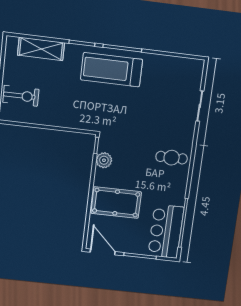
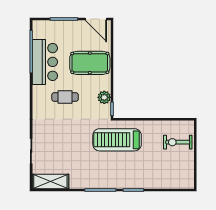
shelving: (41, 49) -> (50, 182), moved
treadmill: (112, 70) -> (117, 140), moved, turned 180
cafe table: (172, 158) -> (65, 97), moved
bar counter: (166, 231) -> (45, 62), moved

